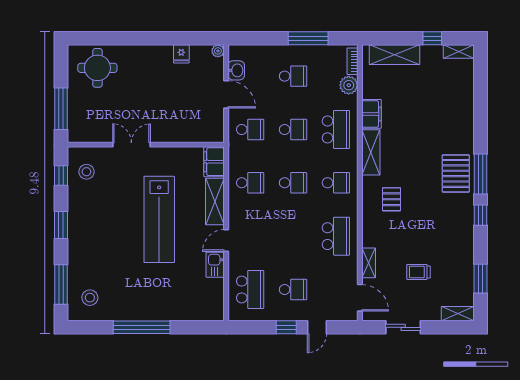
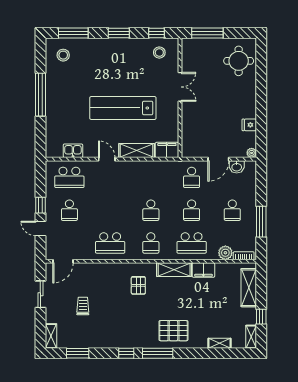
pallet: (456, 173) -> (173, 331), moved
school desk: (250, 183) -> (151, 177), removed
pallet: (391, 199) -> (138, 285), turned 90
shelving: (369, 263) -> (220, 343), moved
kitchen sink: (215, 265) -> (73, 151), moved

